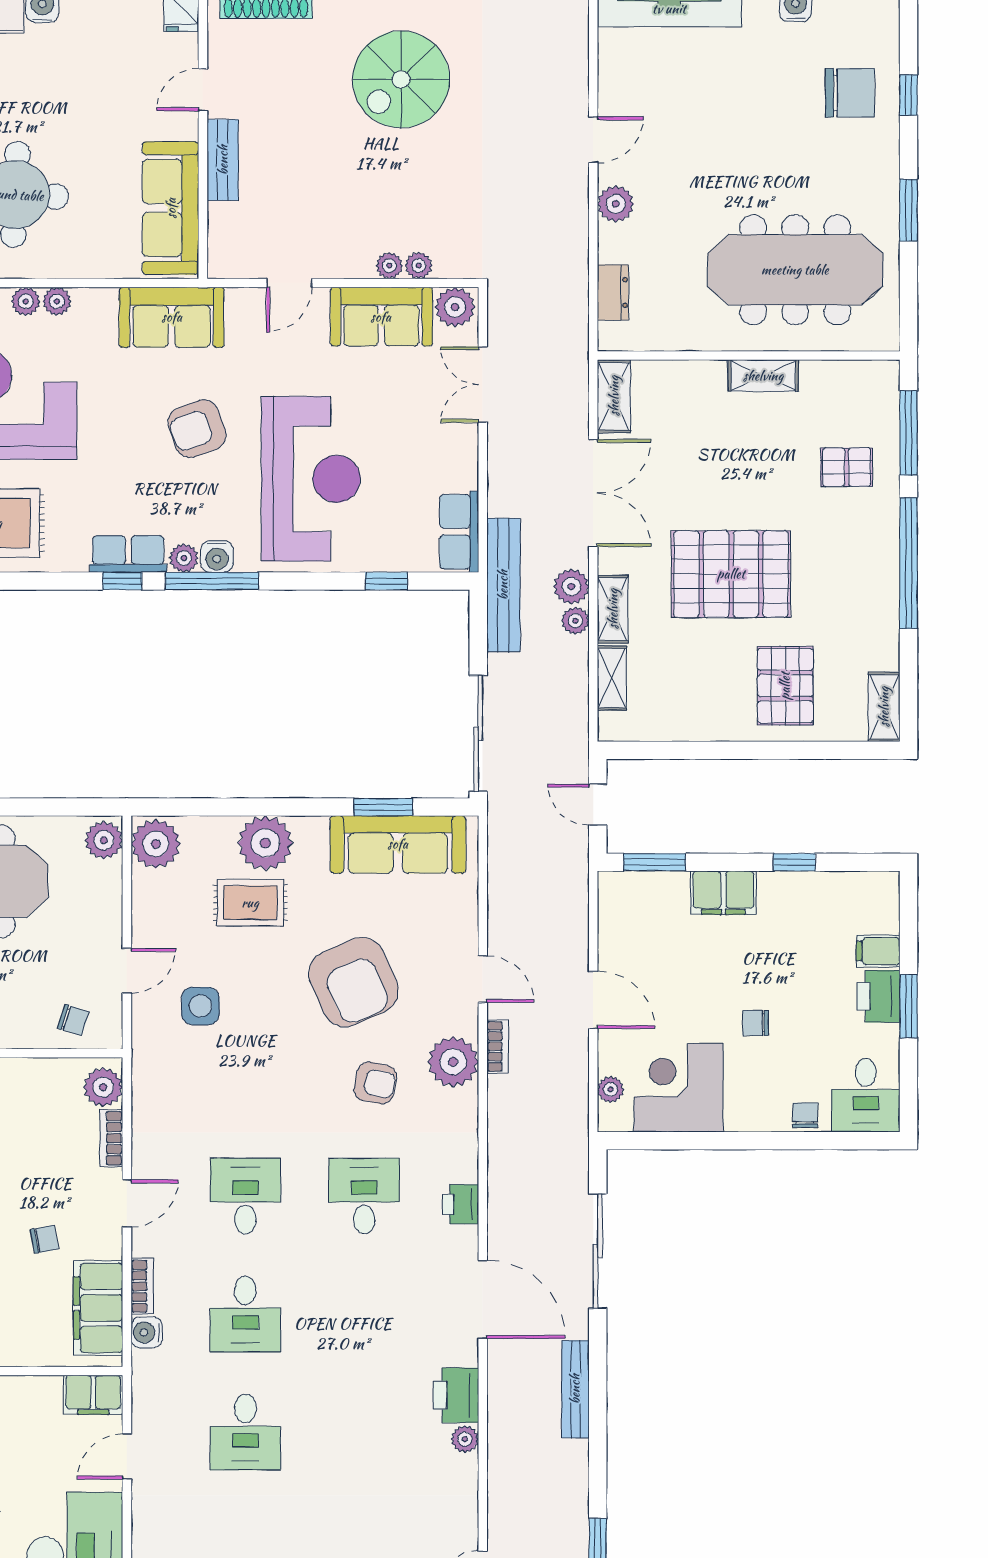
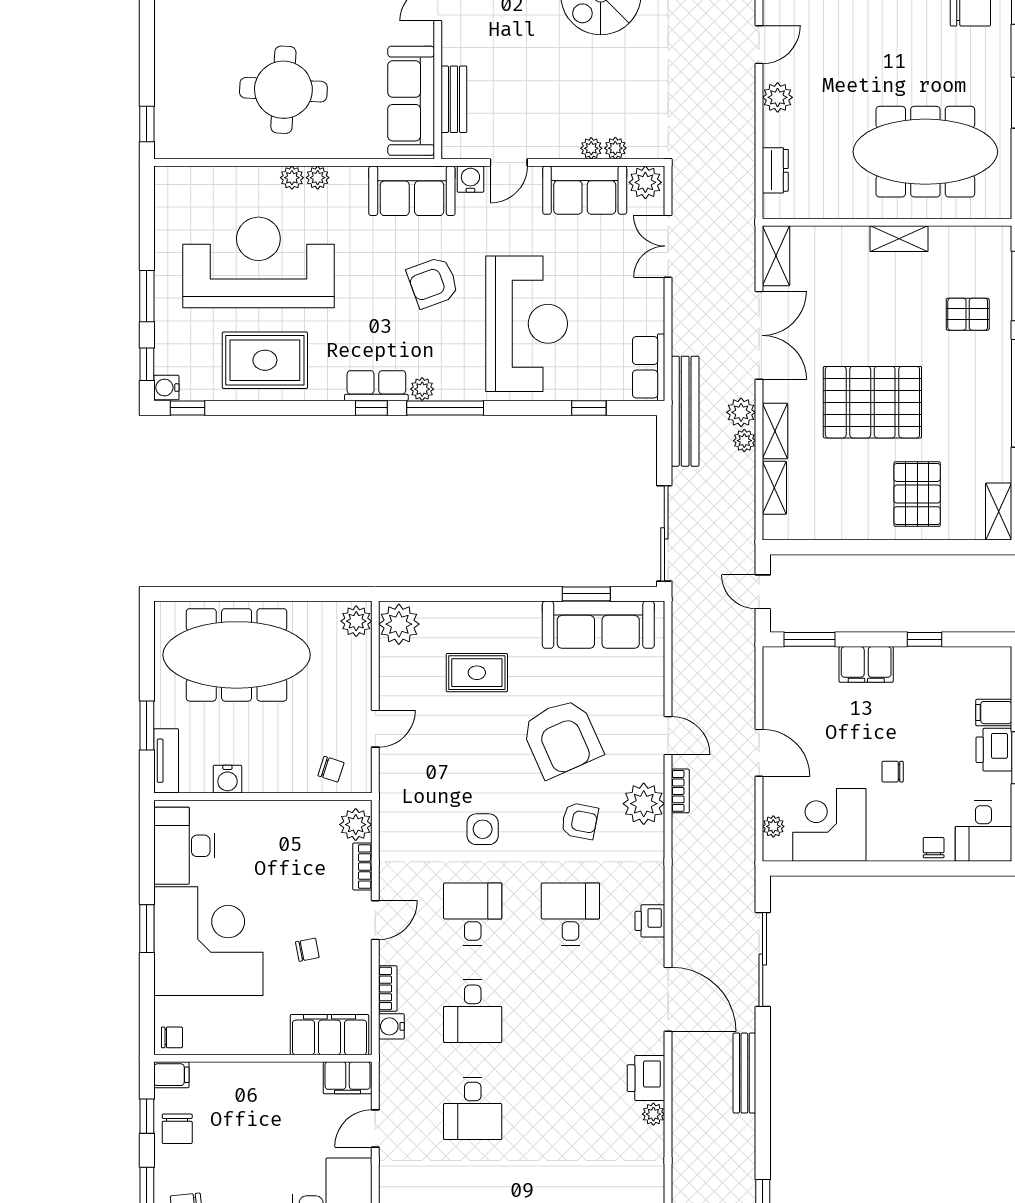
bench: (223, 160) -> (454, 99), moved
water cooler: (217, 556) -> (470, 179), moved, turned 180
plant: (265, 843) -> (489, 624), removed
side table: (200, 1006) -> (483, 829), moved
filing cabinet: (98, 1308) -> (329, 1035), moved, turned 90

